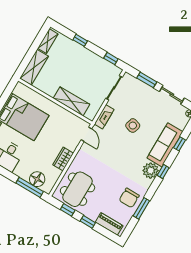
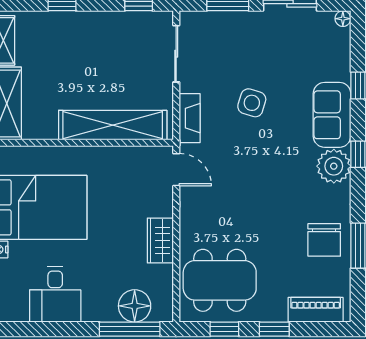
shelving: (72, 101) -> (113, 125), width x1.47
sofa: (165, 145) -> (332, 115), width x0.73
dining table: (77, 189) -> (220, 280), turned 90

